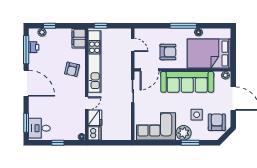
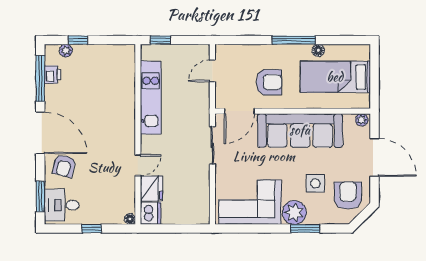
filing cabinet: (79, 38) -> (125, 60), removed
door: (133, 45) -> (212, 71), swing flipped
bed: (209, 54) -> (335, 77), width x0.67
kitchen unit: (95, 61) -> (151, 98), width x0.73
armchair: (72, 69) -> (64, 166), moved

